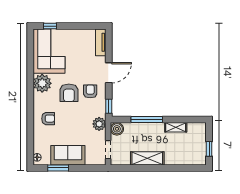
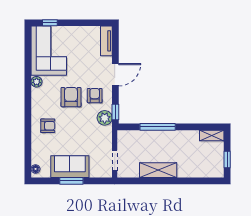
plant: (42, 83) -> (37, 82), width x0.53, depth x0.53
armchair: (69, 93) -> (71, 97), turned 180
plant: (99, 124) -> (105, 118), moved
shelving: (176, 127) -> (212, 136), moved
boiler: (117, 129) -> (124, 137), removed
window: (58, 168) -> (71, 181), moved

